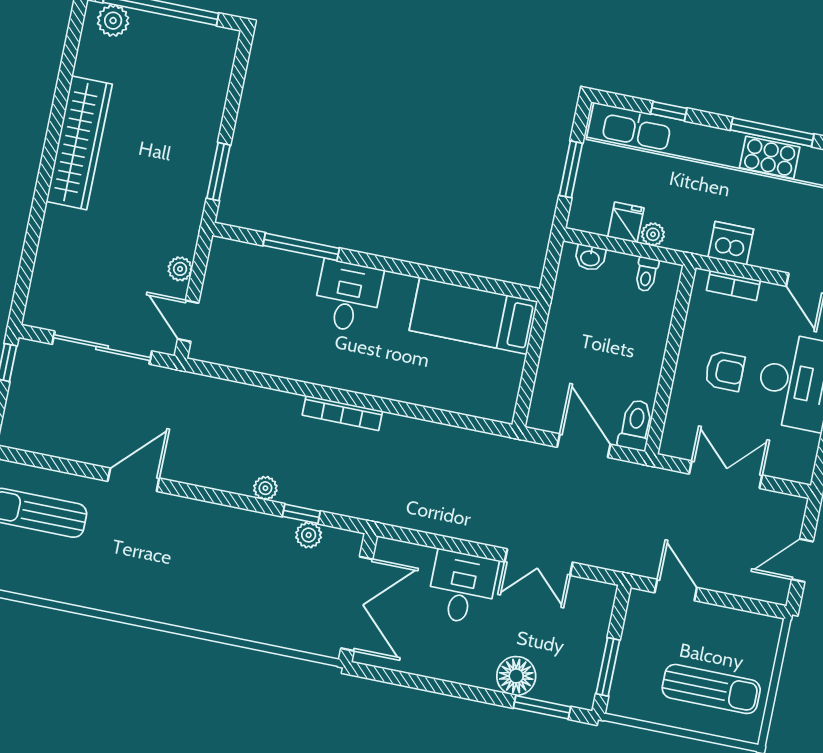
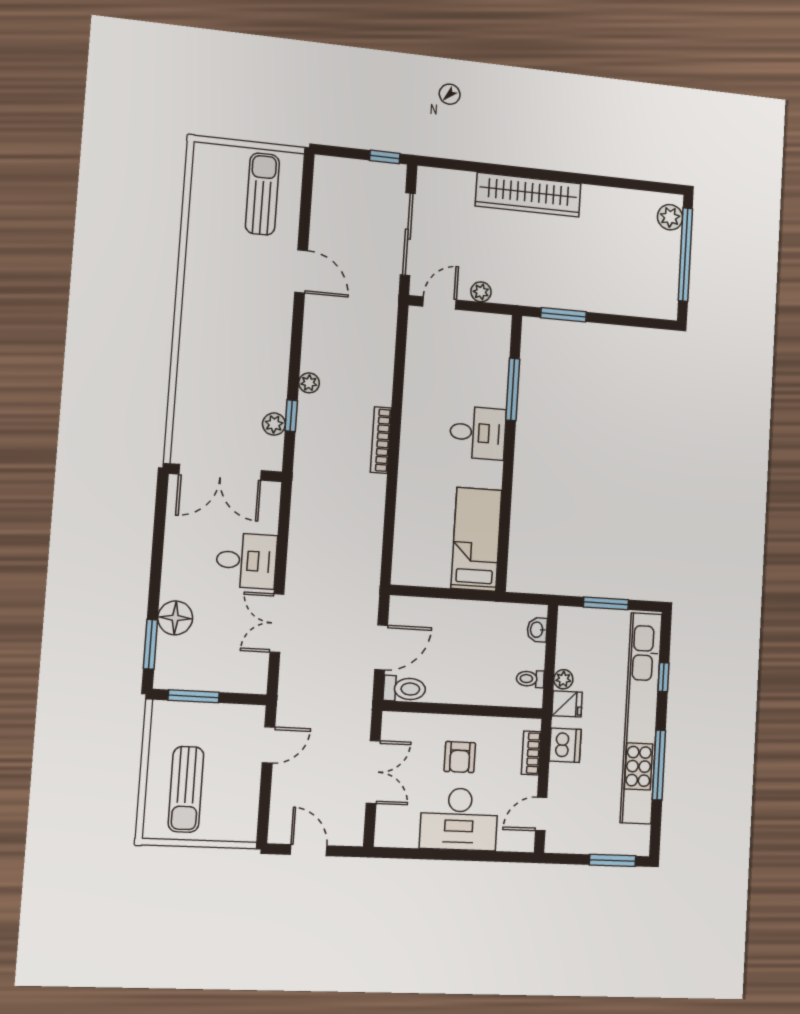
wardrobe: (79, 143) -> (528, 195), moved
fridge: (626, 222) -> (567, 704), moved

